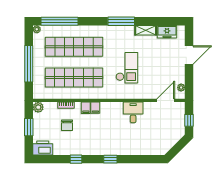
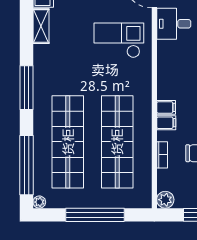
window: (121, 21) -> (27, 88), moved
checkout: (127, 68) -> (119, 40), moved
desk: (133, 112) -> (174, 24), moved

